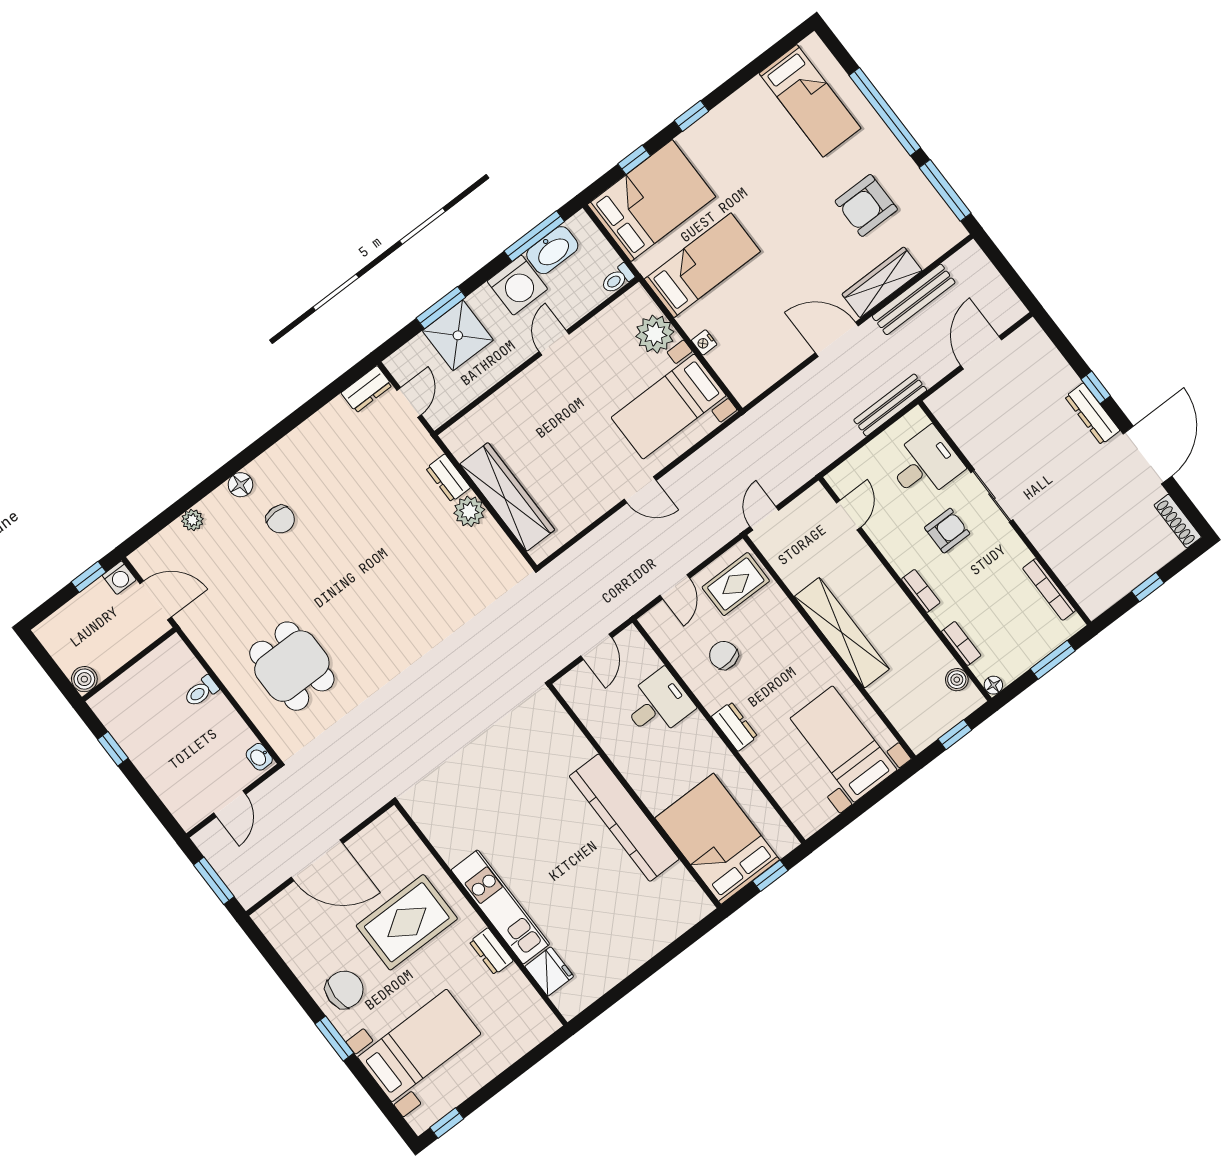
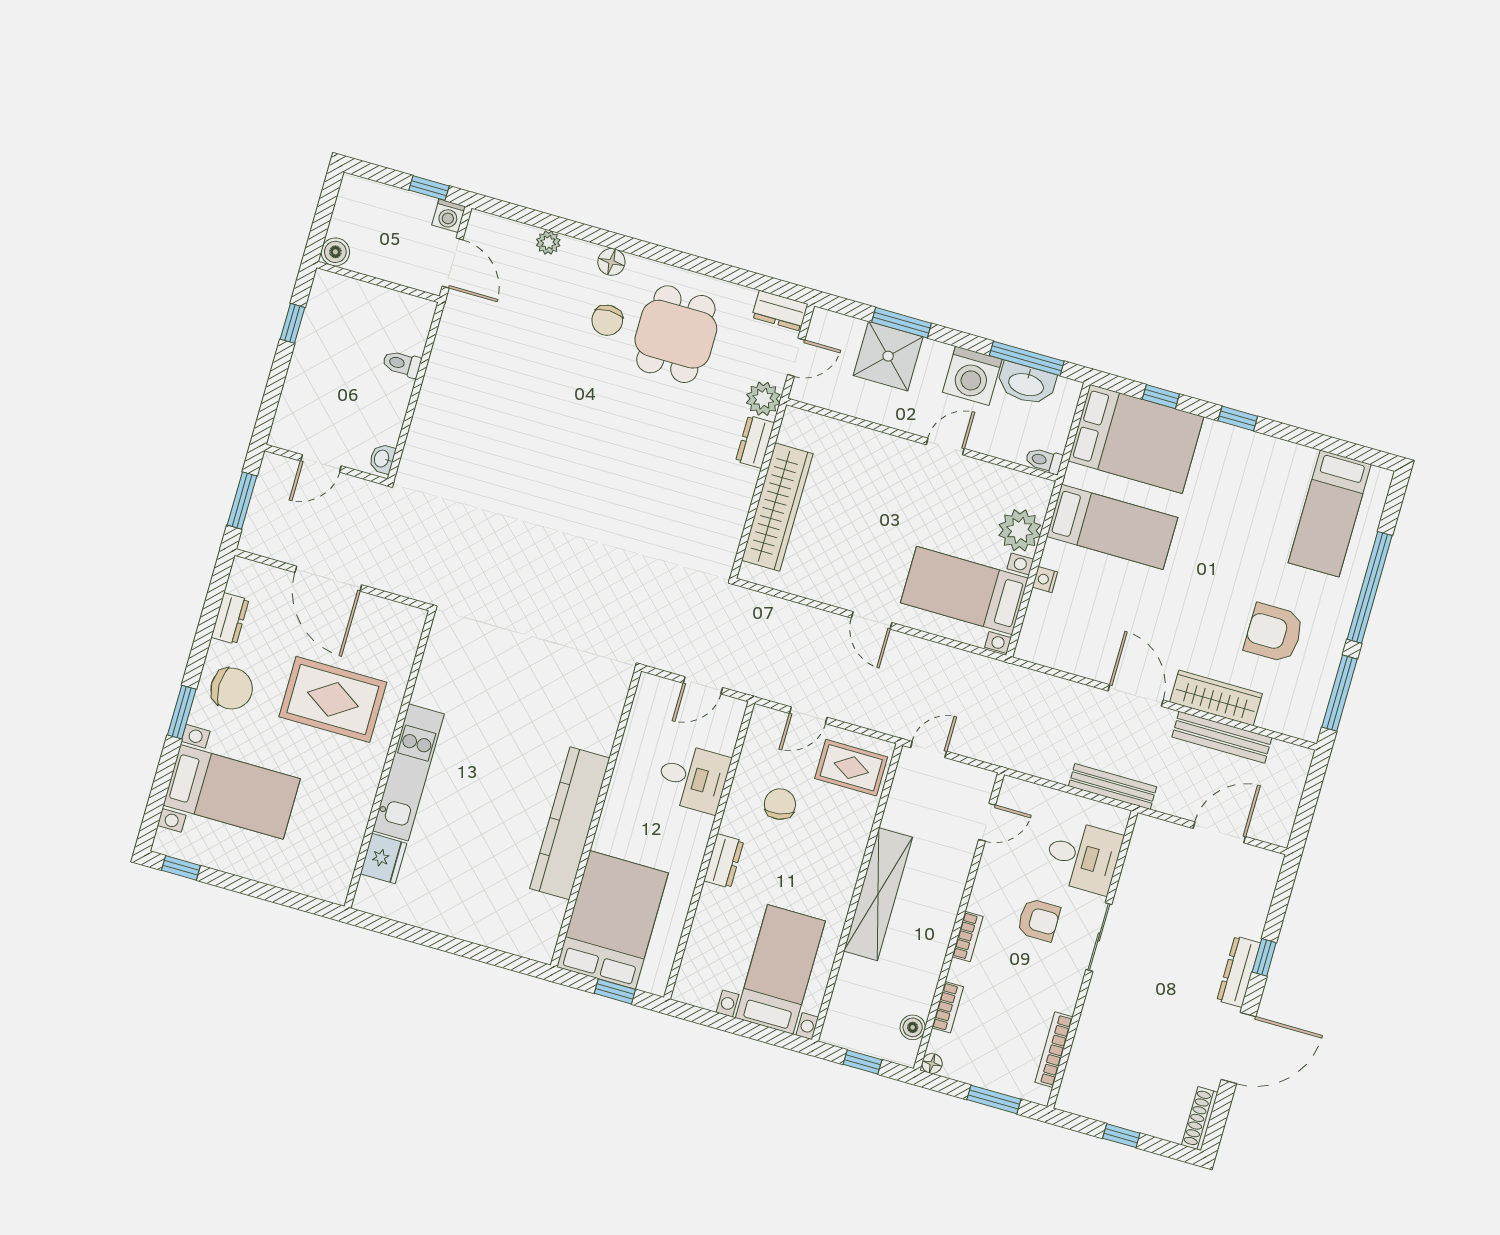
plant: (469, 511) -> (763, 399), moved
dining table: (292, 666) -> (676, 334), moved
dresser: (491, 951) -> (230, 618), moved, turned 180

